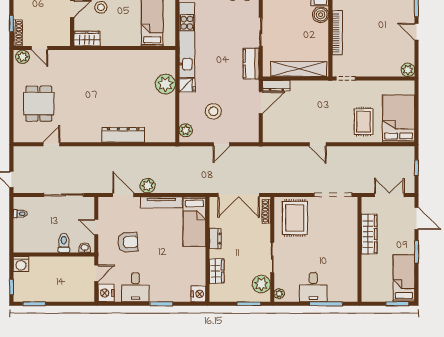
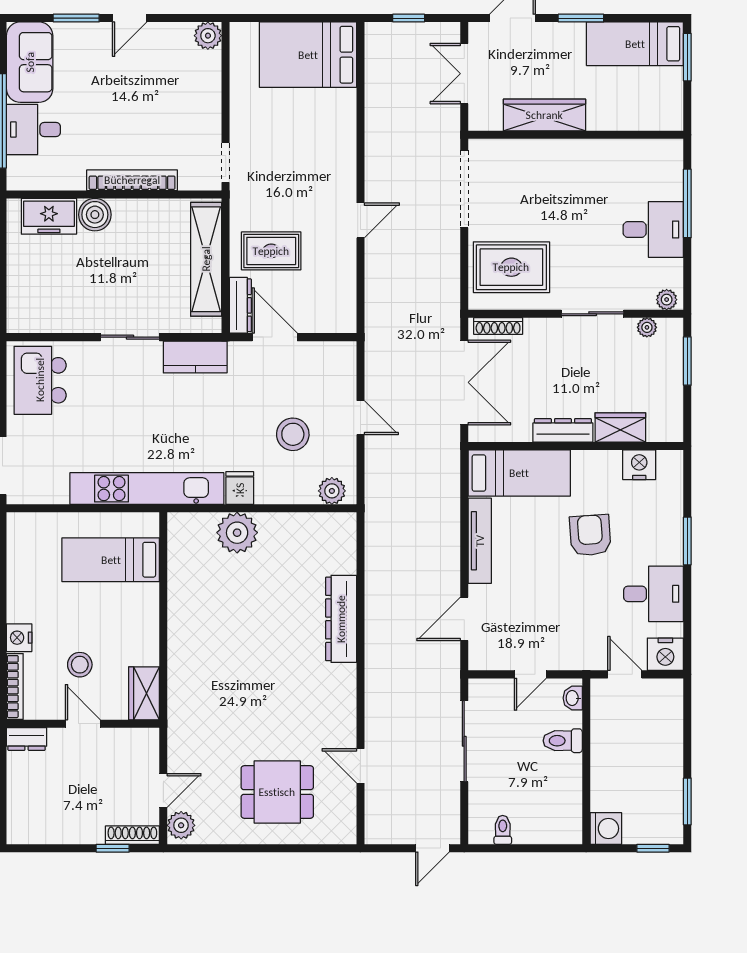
rug: (364, 122) -> (271, 251), moved
plant: (148, 186) -> (445, 569), removed
dresser: (215, 239) -> (563, 430), width x1.44
armchair: (128, 242) -> (590, 535), moved
plant: (261, 284) -> (647, 327), width x0.53, depth x0.53
nightstand: (198, 294) -> (639, 465), moved

